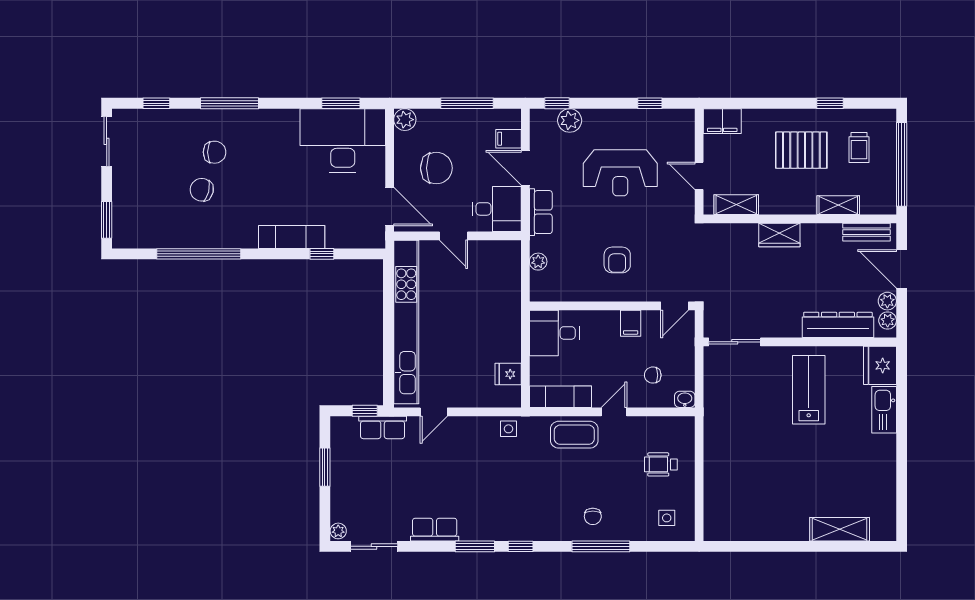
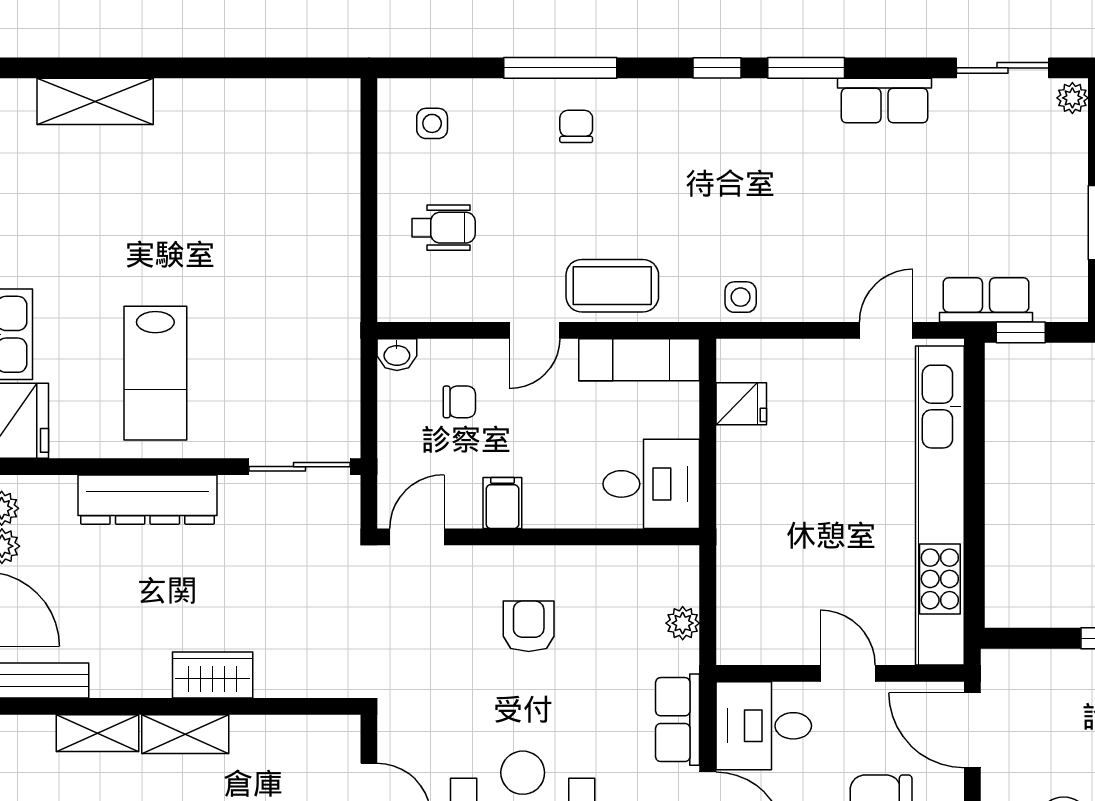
shelving: (736, 205) -> (185, 734), moved
dresser: (838, 325) -> (147, 500), moved

